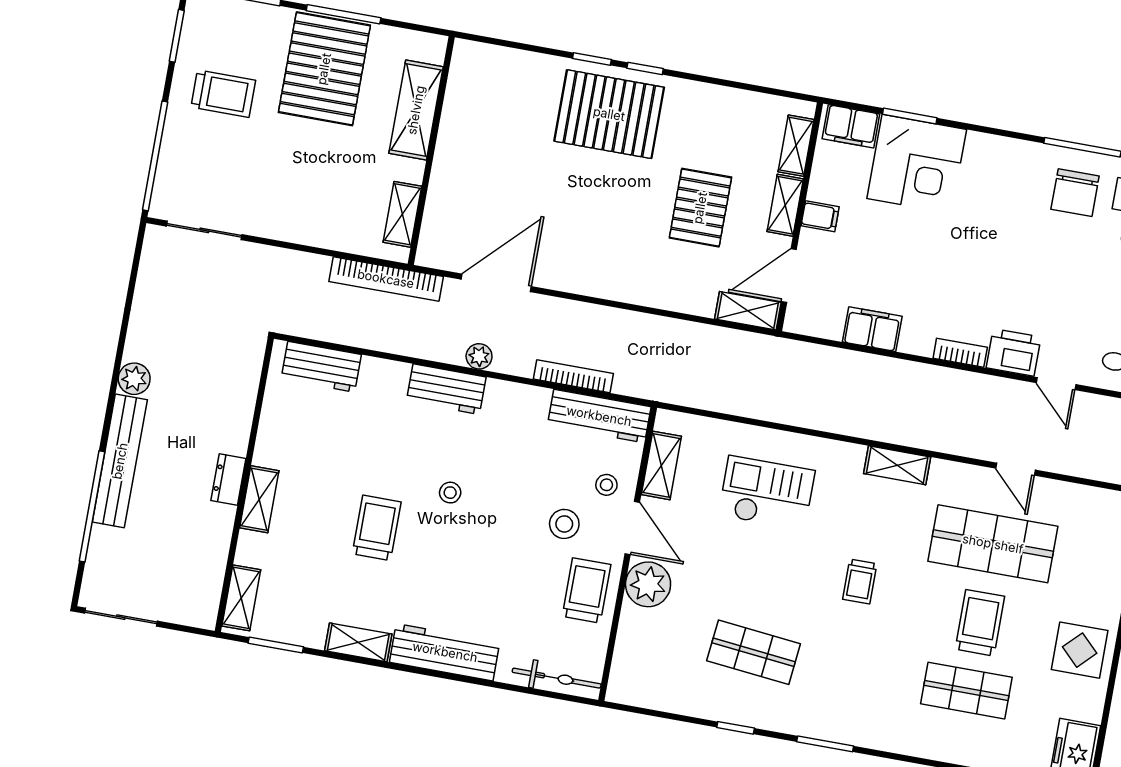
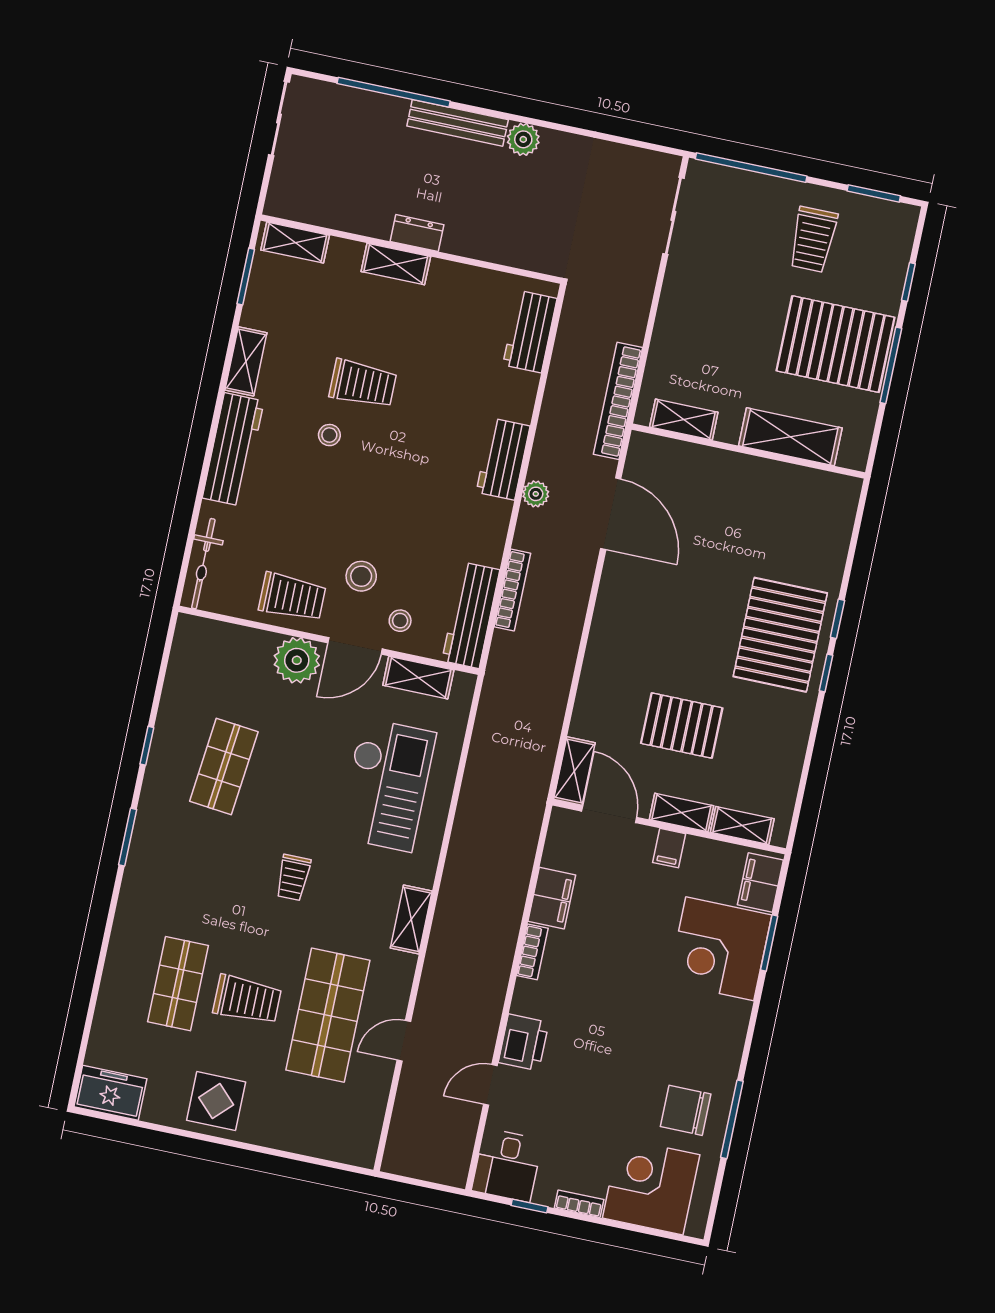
bookcase: (960, 353) -> (532, 952), moved
bench: (120, 461) -> (458, 123), width x0.73, depth x0.82
stool: (450, 493) -> (329, 435), moved
checkout: (767, 493) -> (387, 785), width x1.36, depth x1.21
trolley: (860, 582) -> (293, 878), turned -90

